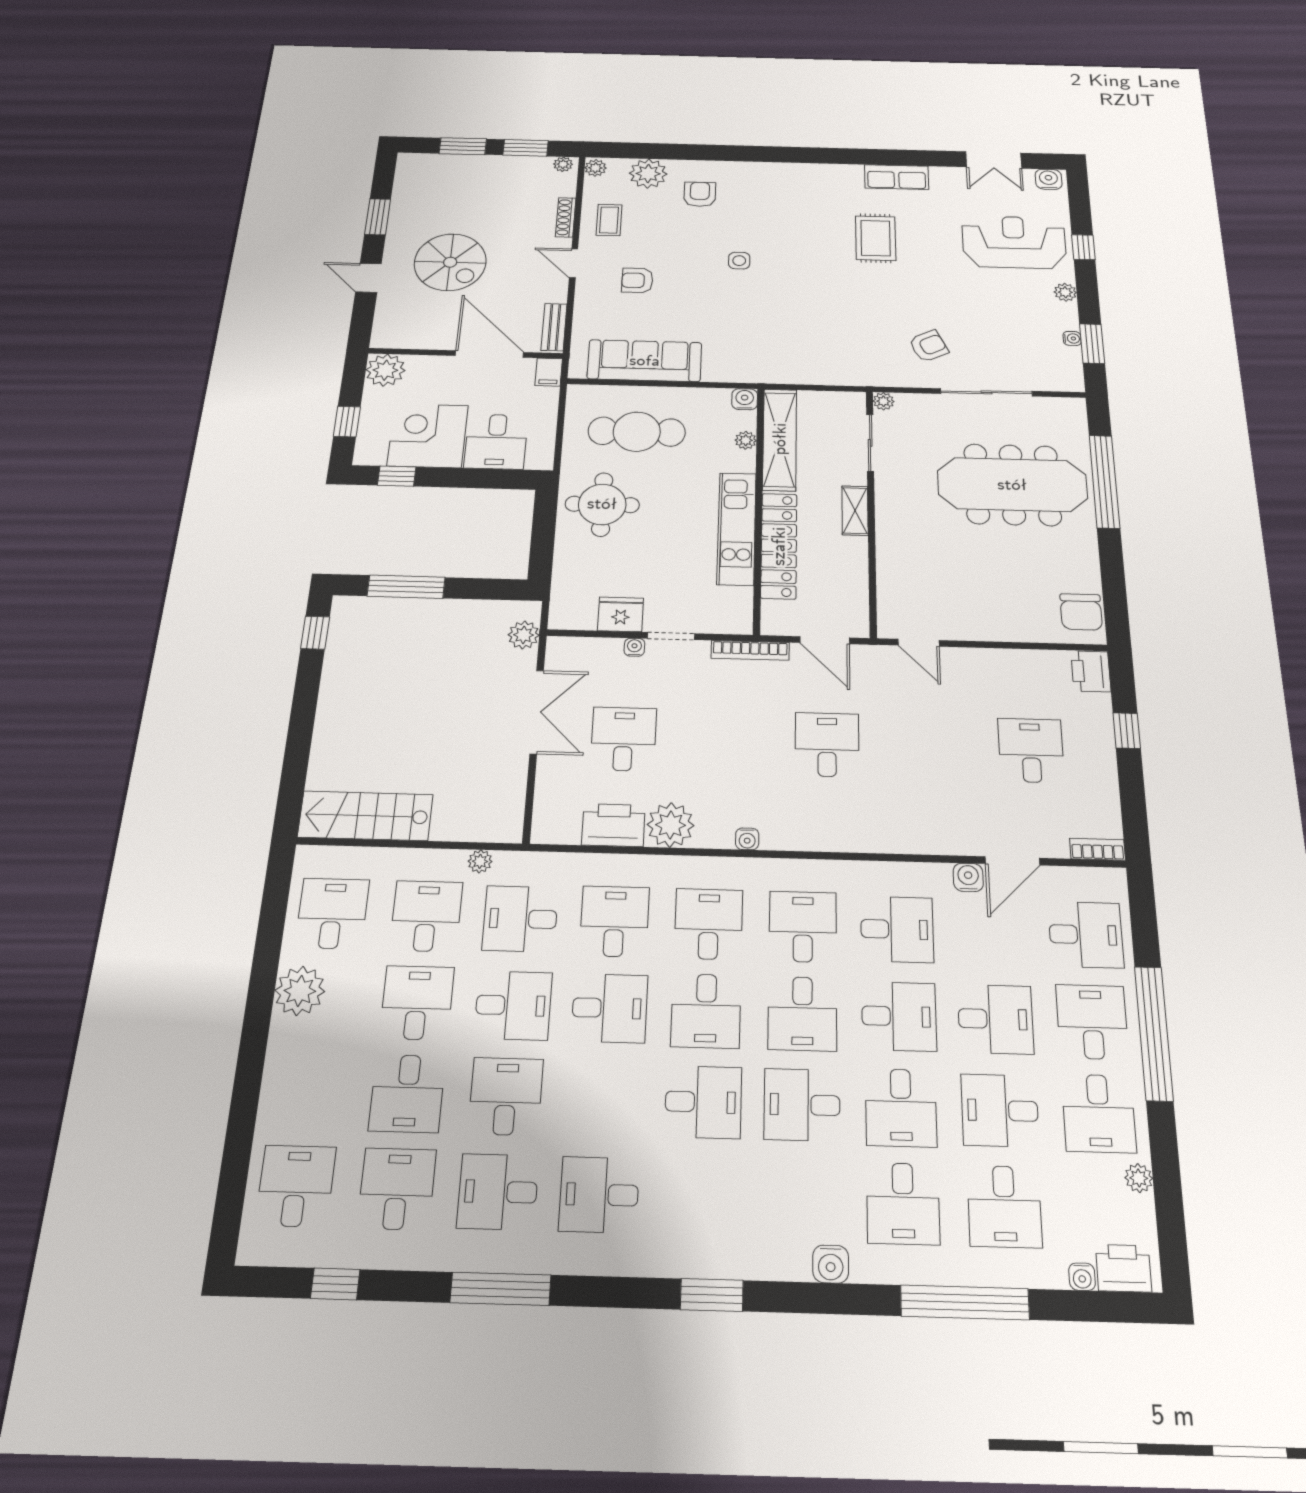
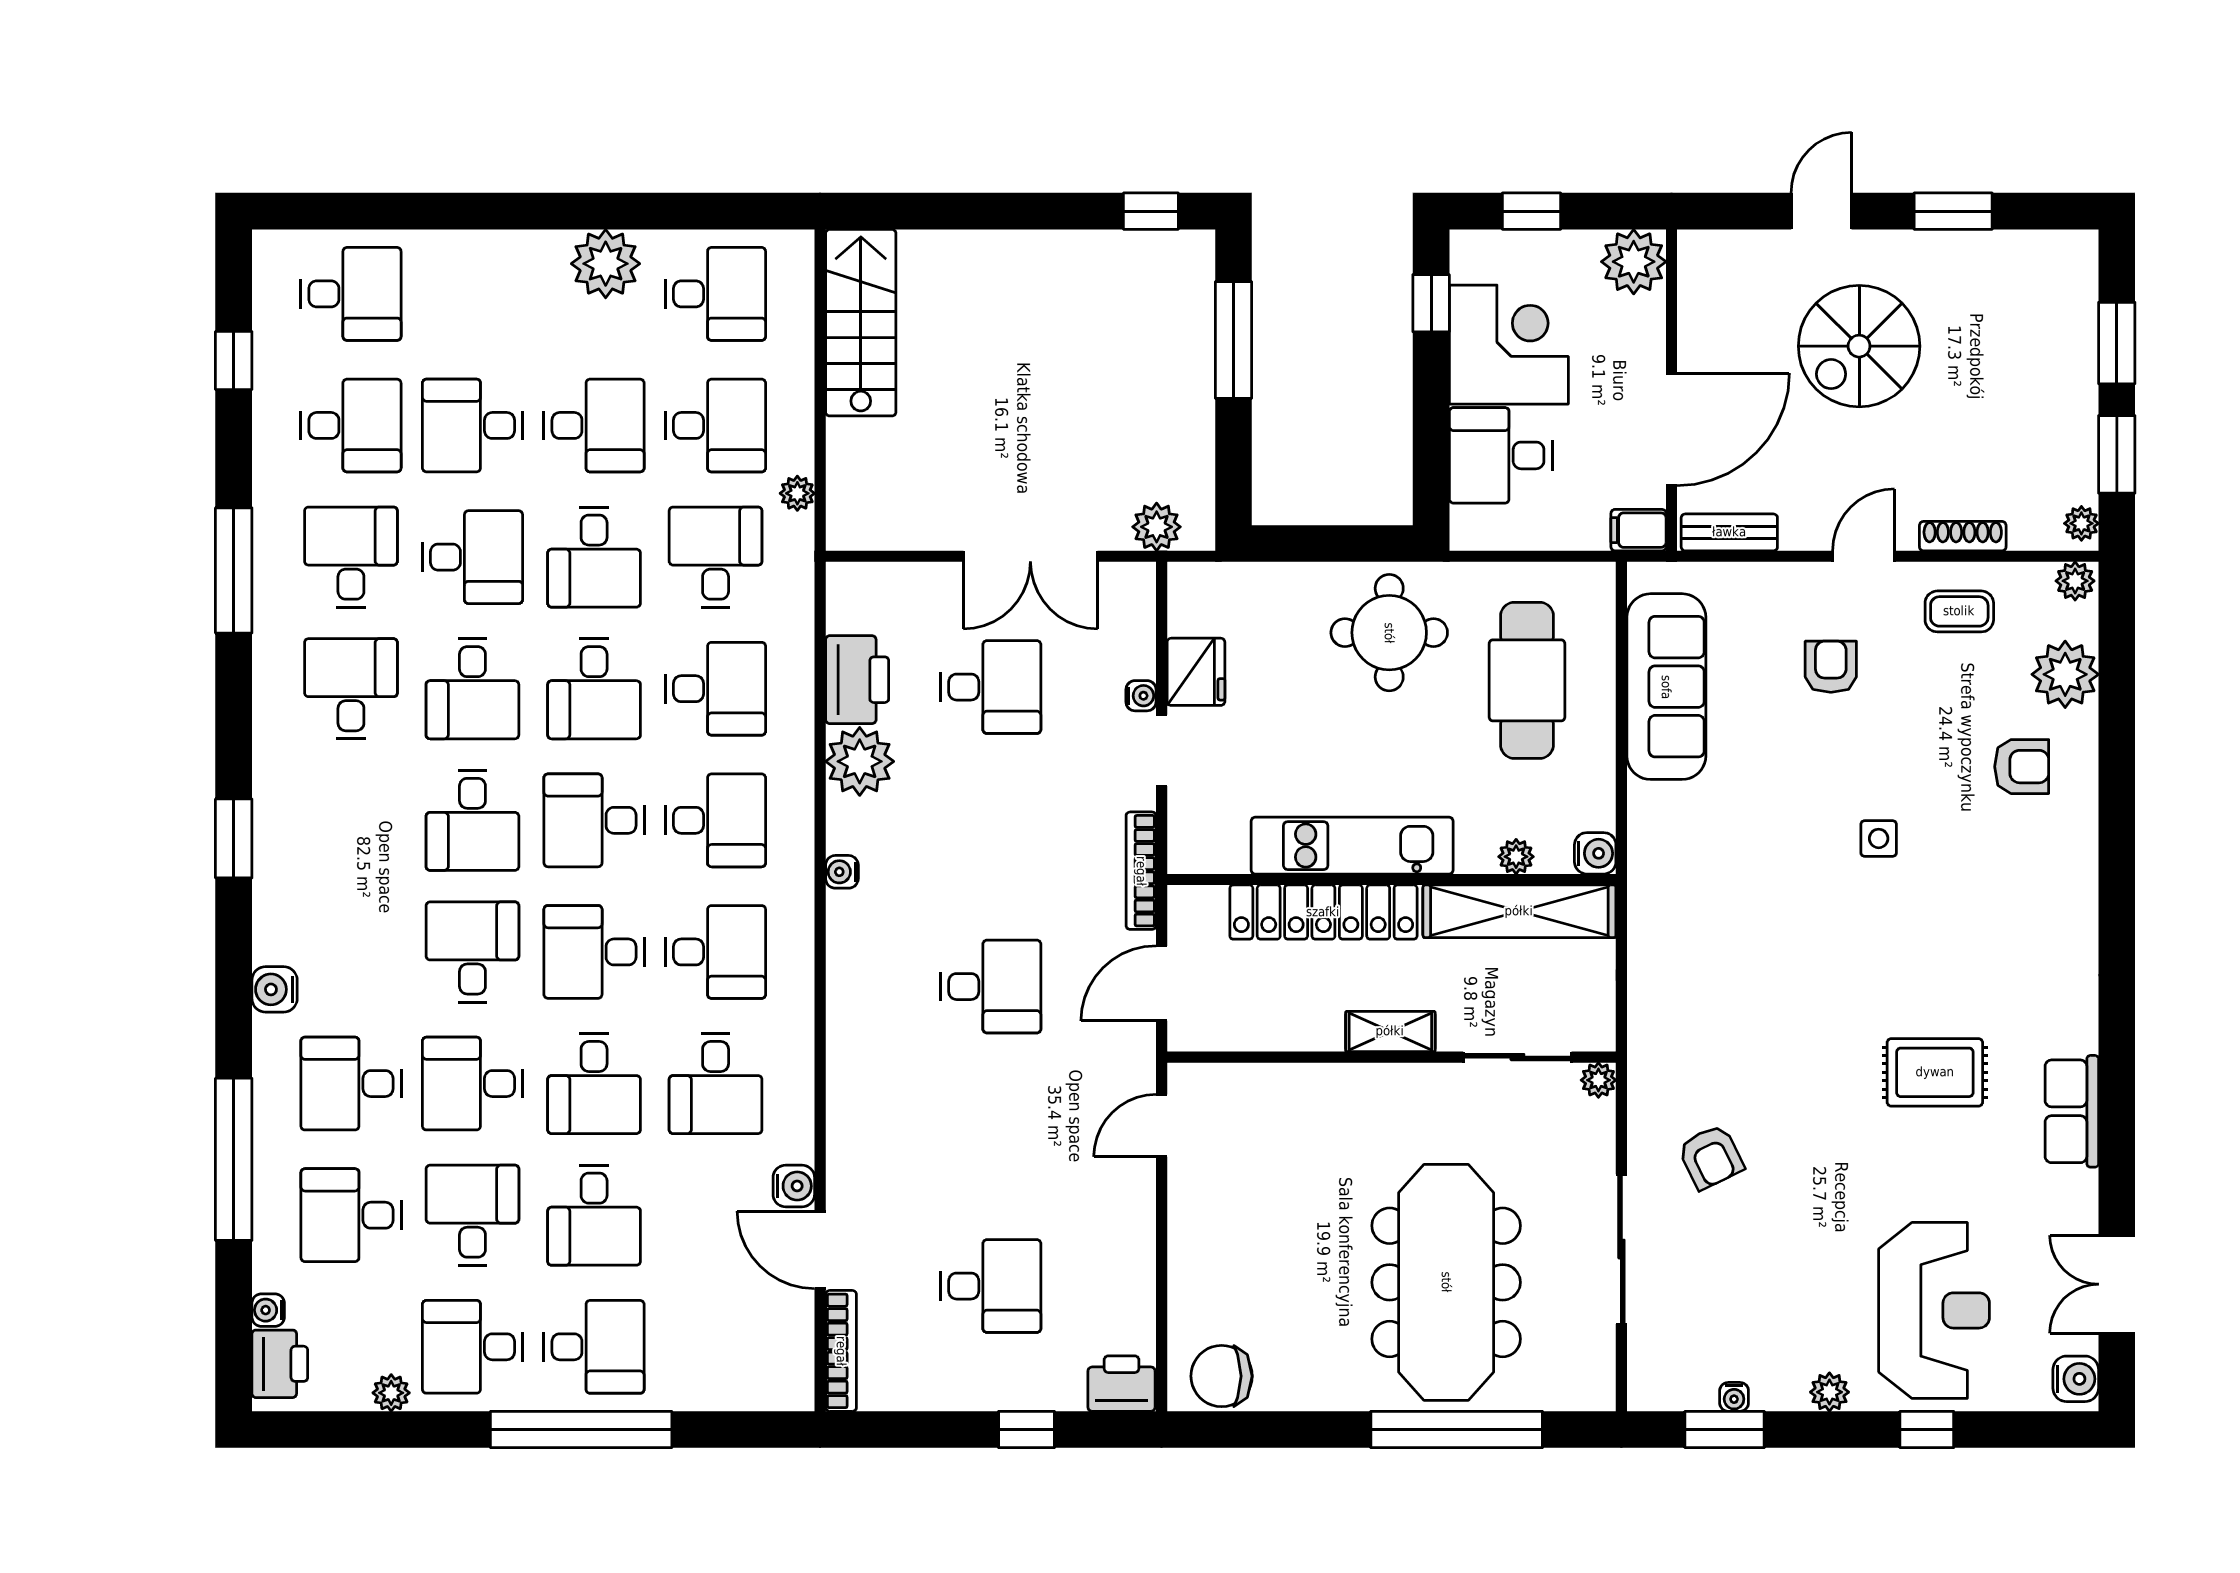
bookcase: (1098, 849) -> (841, 1351), width x1.56
desk: (1086, 935) -> (472, 689), moved

